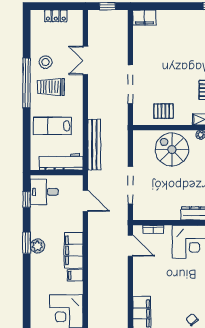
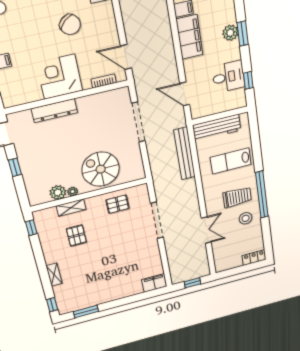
locker: (56, 16) -> (254, 258), moved
lab bench: (52, 126) -> (231, 161), turned 180
spiral stairs: (172, 150) -> (101, 169), turned 180
desk: (44, 192) -> (228, 77), moved
chair: (171, 283) -> (70, 25), added

